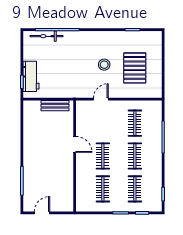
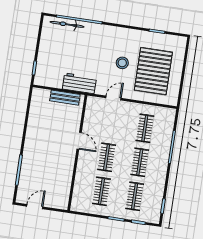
pallet: (135, 68) -> (153, 71), width x1.37, depth x1.41
workbench: (31, 76) -> (79, 83), moved, turned -90

